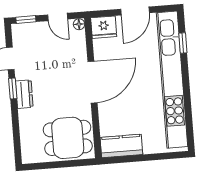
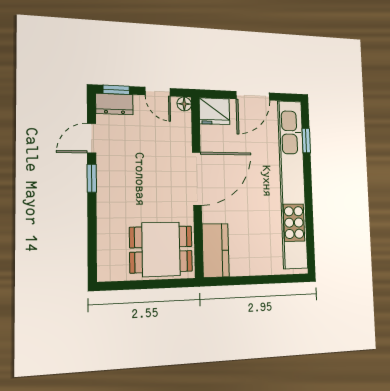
dresser: (24, 94) -> (114, 104), moved, turned 90
kitchen counter: (121, 146) -> (216, 250), moved, turned 90

